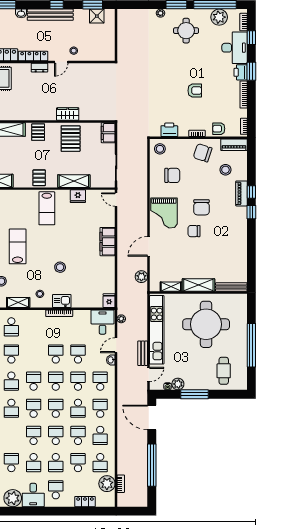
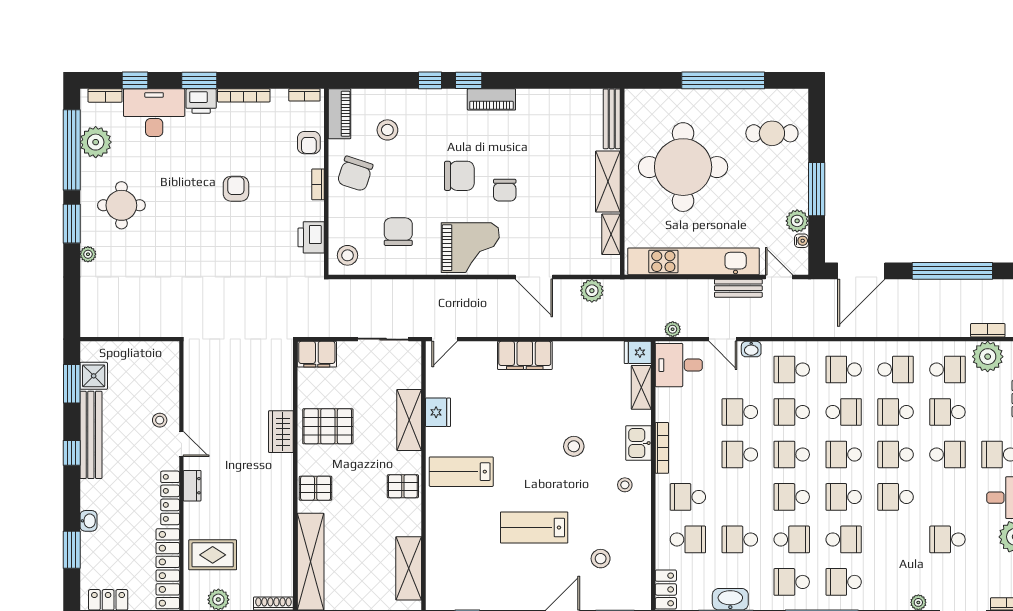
bench: (50, 15) -> (91, 435), moved
piano: (241, 193) -> (491, 99), moved
lab bench: (47, 208) -> (461, 472), turned 180
shelving: (18, 302) -> (641, 387), moved
school desk: (34, 463) -> (688, 497), moved, turned 180

